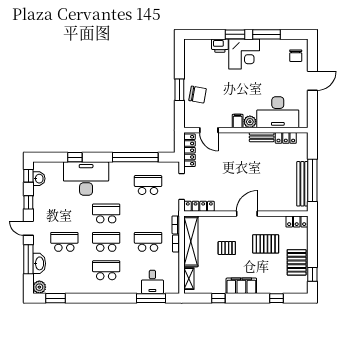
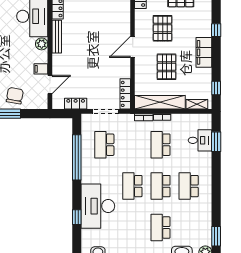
filing cabinet: (238, 121) -> (41, 69), moved
bench: (262, 137) -> (57, 37), width x1.36
locker: (190, 150) -> (76, 104), width x0.66
door: (247, 214) -> (133, 47), hinge flipped
pallet: (227, 248) -> (167, 67), width x1.50, depth x1.42
window: (151, 298) -> (216, 142), width x0.69
window: (218, 298) -> (216, 88), moved
window: (276, 298) -> (216, 30), moved

